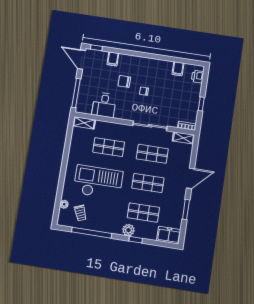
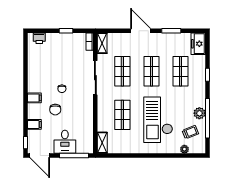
door: (82, 60) -> (40, 155), hinge flipped
filing cabinet: (178, 69) -> (34, 98), moved
desk: (104, 105) -> (65, 142), moved, turned 90
plant: (128, 230) -> (199, 113), moved

